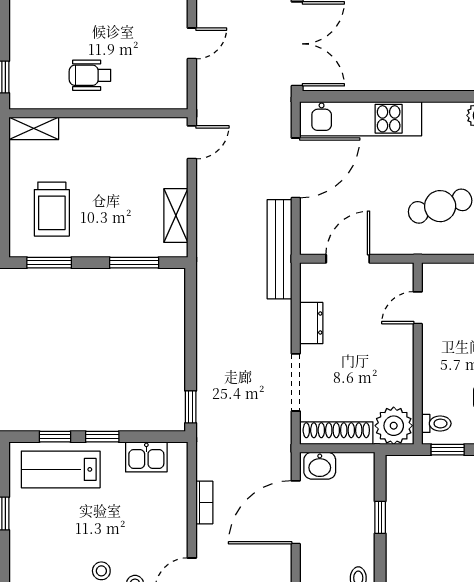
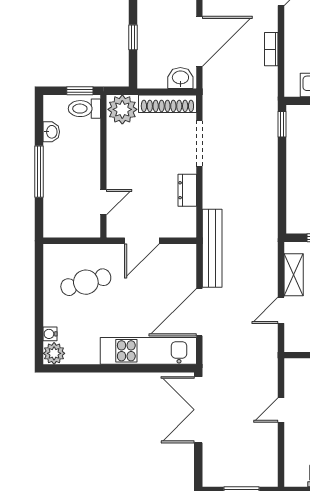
door: (192, 142) -> (281, 310), moved
door: (348, 259) -> (142, 241), moved
toilet: (436, 423) -> (84, 109), width x1.37, depth x1.39

